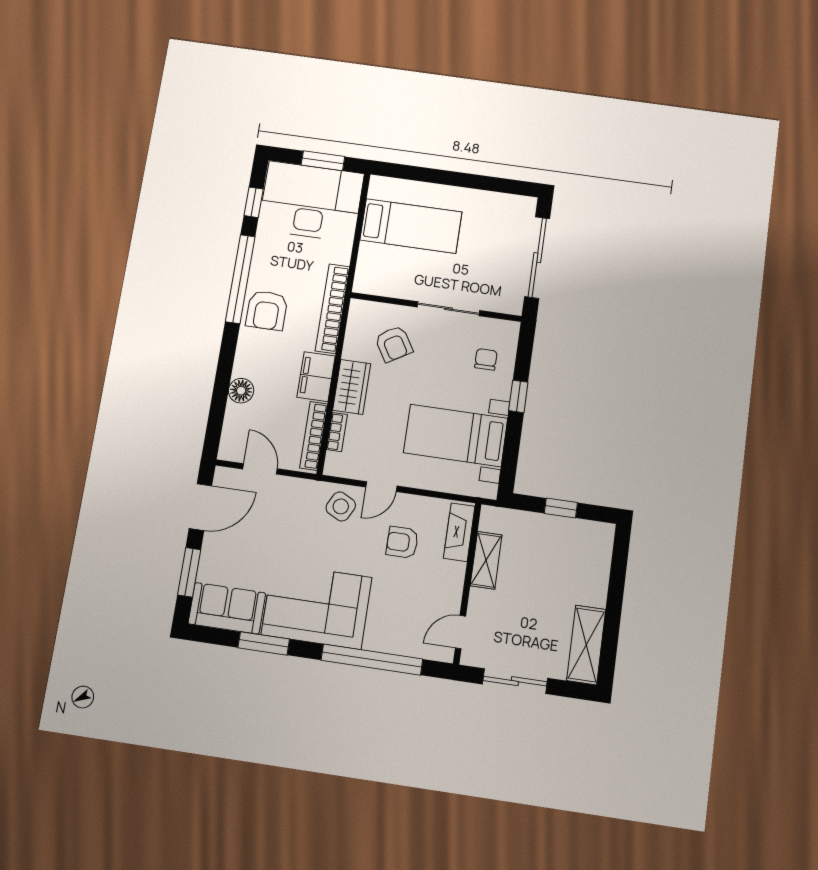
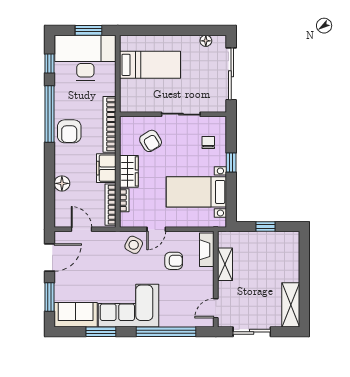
floor lamp: (504, 202) -> (206, 41), added
armchair: (402, 542) -> (174, 261), turned 180

